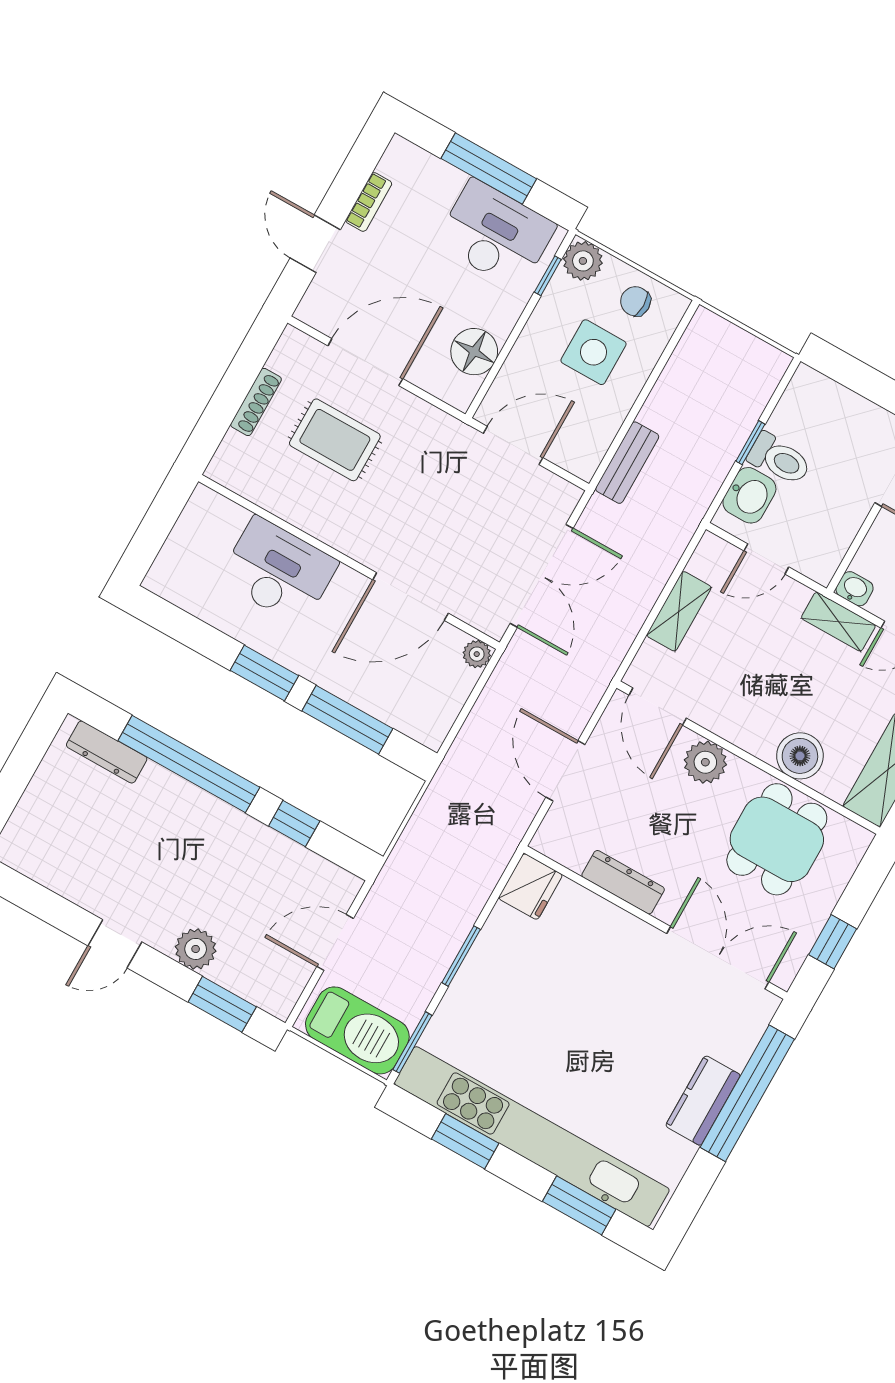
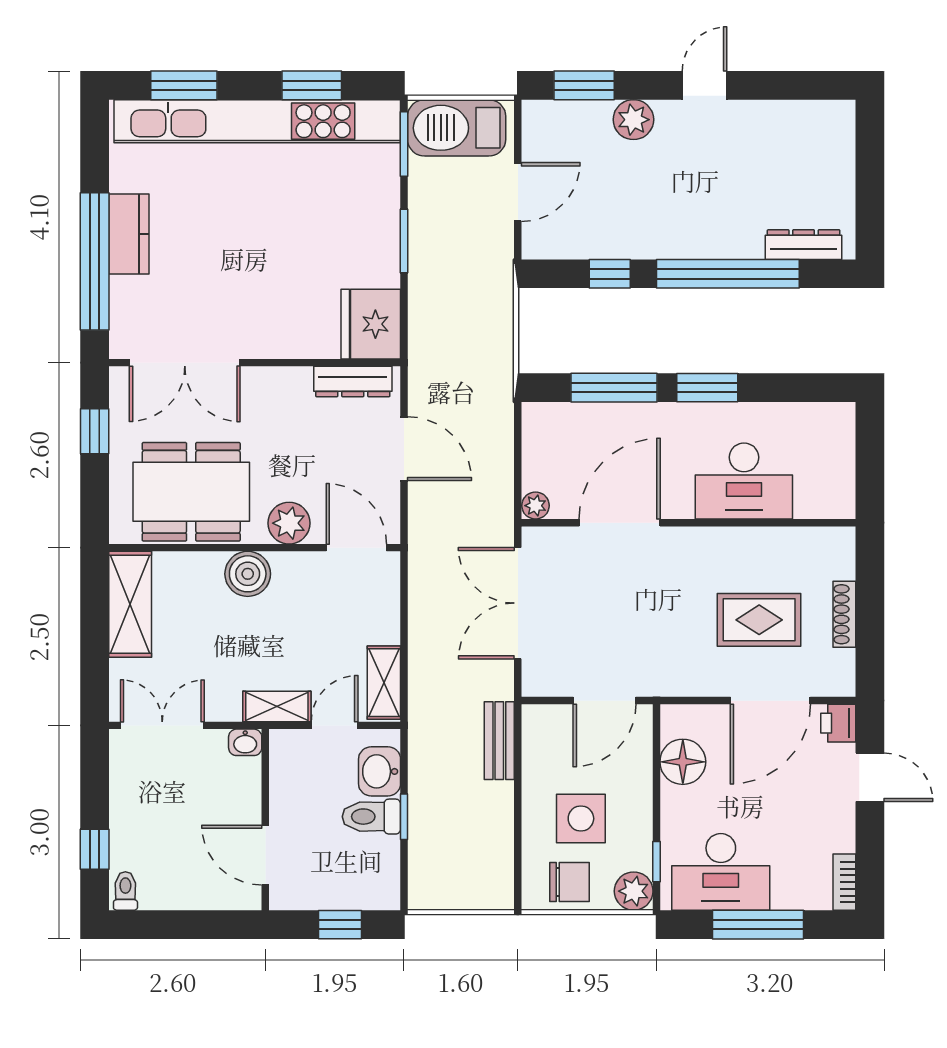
bookcase: (369, 202) -> (844, 882), moved
chair: (635, 301) -> (570, 882), width x1.37, depth x1.37
printer: (316, 308) -> (838, 723), added
window: (862, 379) -> (340, 925), added
shelving: (679, 611) -> (384, 683), moved
shelving: (838, 622) -> (277, 707), moved
boiler: (800, 756) -> (248, 574), moved
dining table: (777, 839) -> (191, 492), width x1.38
dresser: (623, 882) -> (353, 381), moved
fridge: (530, 887) -> (371, 324), width x1.36, depth x1.34

